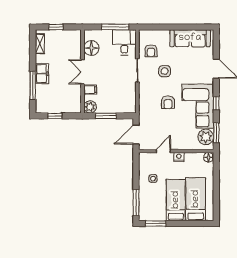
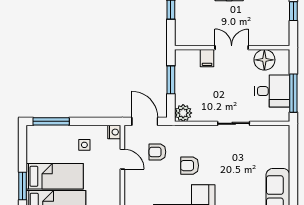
desk: (124, 42) -> (272, 91), moved
armchair: (151, 51) -> (157, 152), moved
side table: (165, 71) -> (233, 161), removed
plant: (90, 107) -> (183, 113), moved
nightstand: (179, 157) -> (114, 132), moved
window: (156, 223) -> (22, 186), moved

